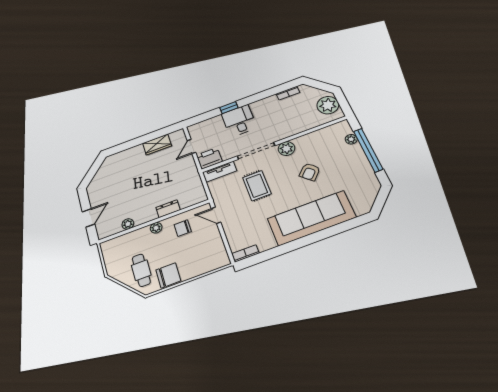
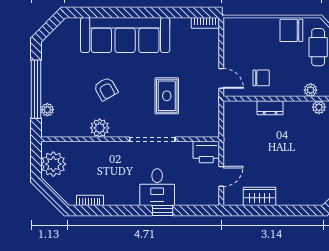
plant: (286, 149) -> (100, 128), moved
tv unit: (220, 172) -> (200, 130), removed
armchair: (310, 172) -> (106, 89), turned 107
plant: (156, 228) -> (311, 90), moved

